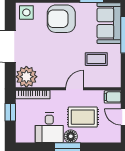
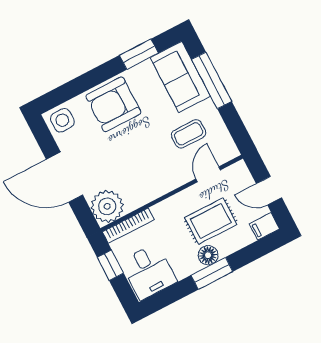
door: (75, 89) -> (208, 174), moved
filing cabinet: (113, 97) -> (264, 226), moved
desk: (49, 128) -> (149, 272), moved

